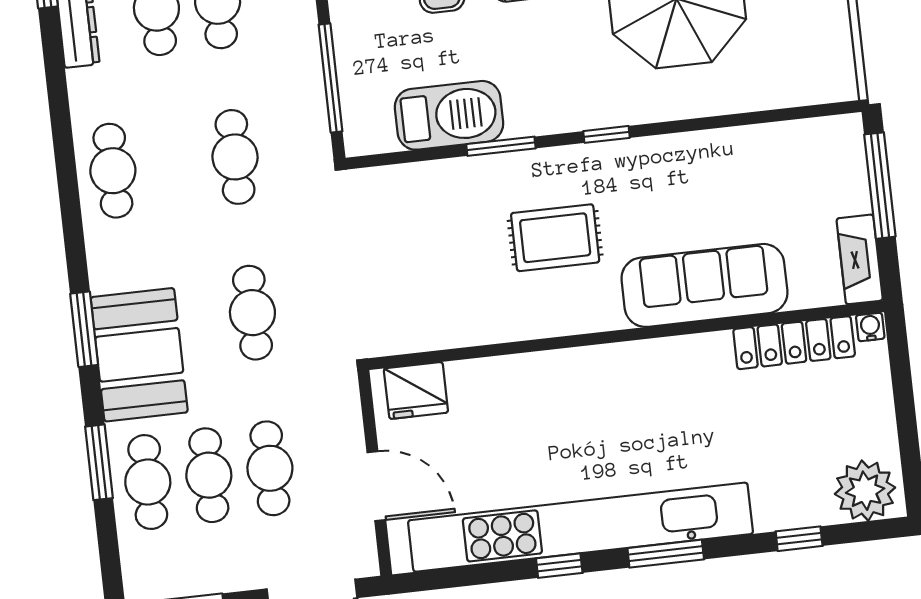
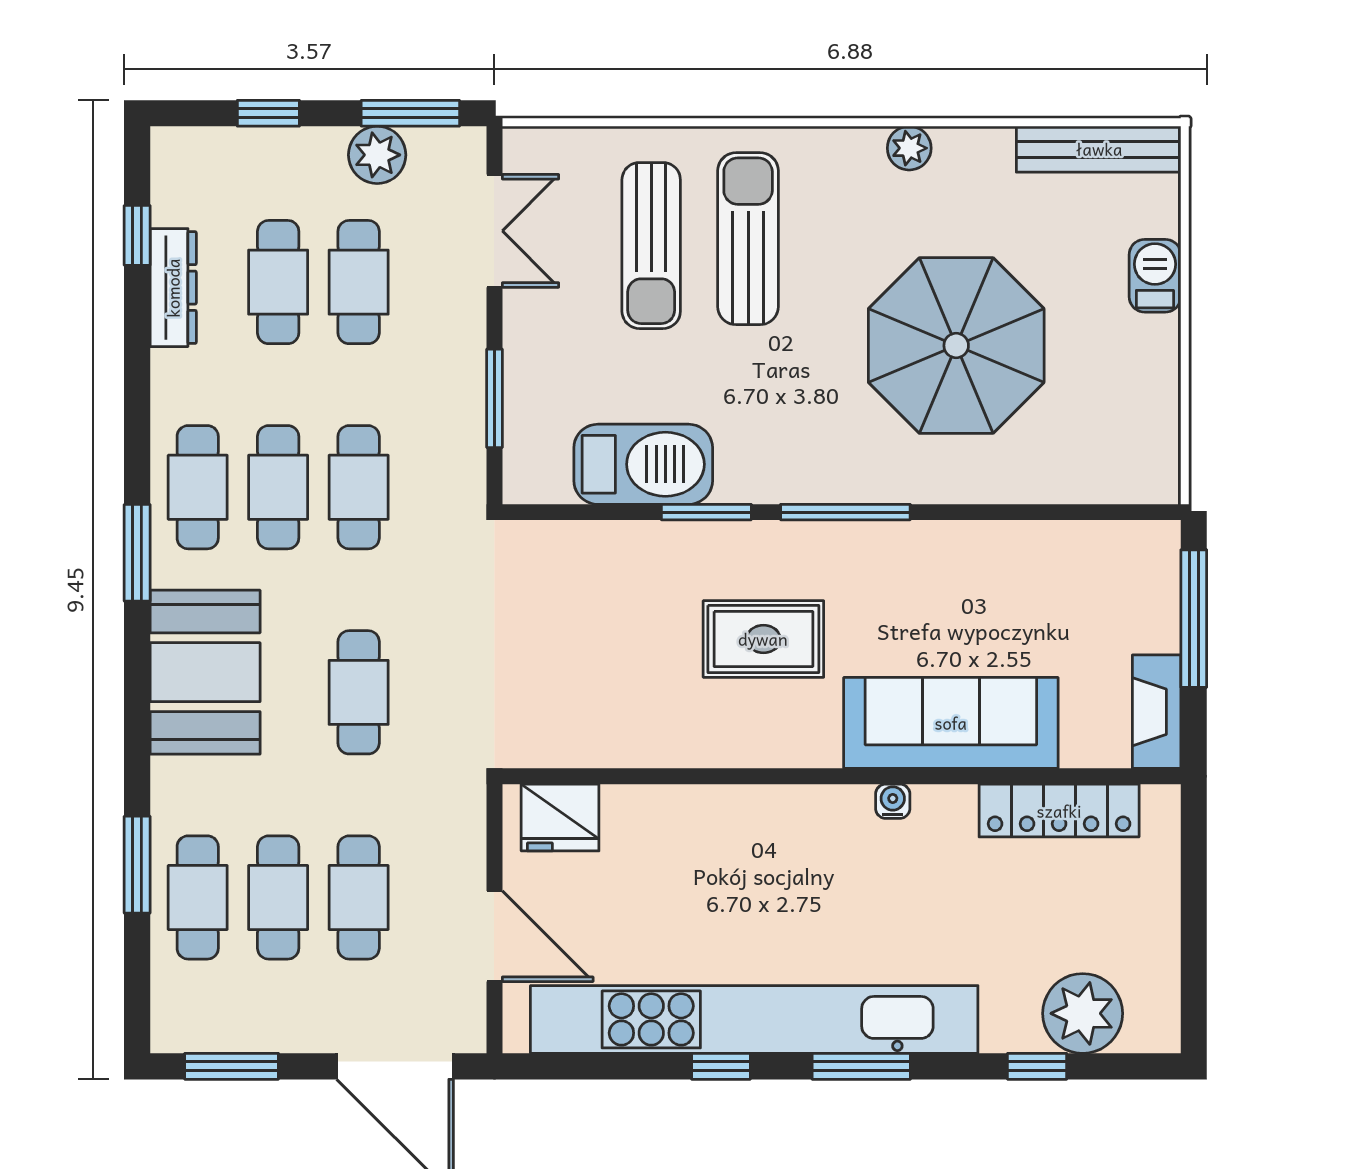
window: (331, 78) -> (494, 398), width x0.69
window: (607, 134) -> (845, 512), width x2.17
cafe table: (174, 164) -> (278, 487), added
water cooler: (870, 327) -> (893, 801), moved
window: (84, 329) -> (137, 553), moved
booth: (139, 355) -> (205, 672), moved
plant: (865, 491) -> (1083, 1013), moved

